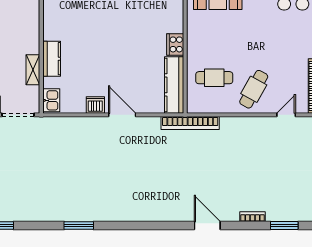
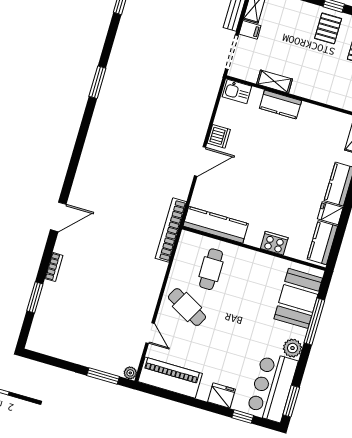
cooker: (175, 44) -> (274, 243), moved

